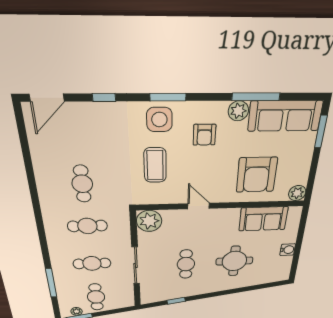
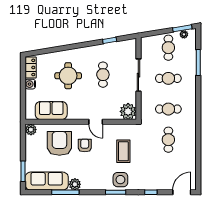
armchair: (204, 135) -> (85, 146), moved
locker: (284, 268) -> (31, 67), added

